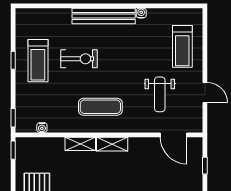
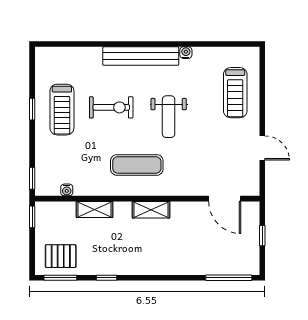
weight bench: (160, 94) -> (169, 117), moved
shelving: (80, 144) -> (95, 209), moved

